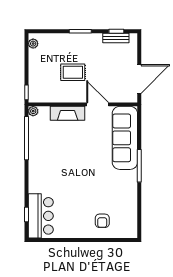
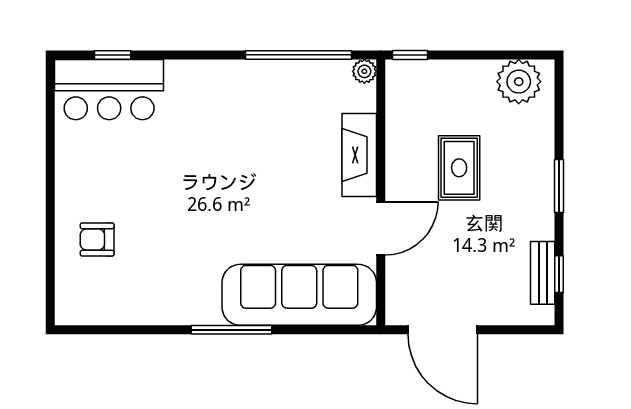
plant: (33, 44) -> (519, 82), width x1.87, depth x1.87

